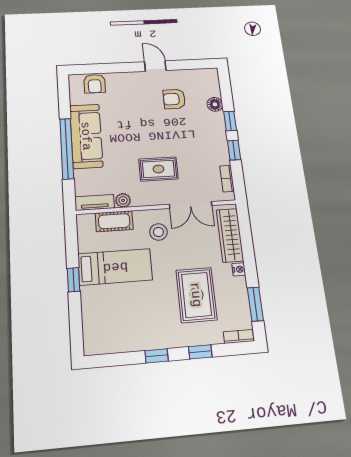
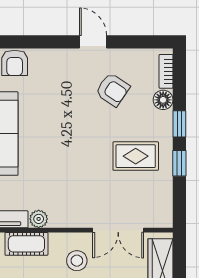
armchair: (174, 99) -> (113, 90), turned -146
rug: (158, 169) -> (136, 156), moved
bookcase: (227, 179) -> (166, 71), moved

